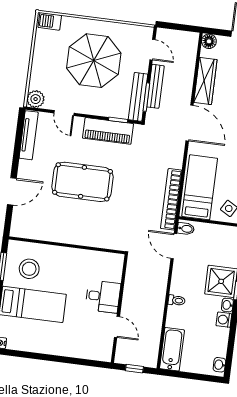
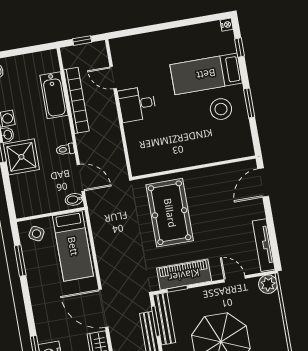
pool table: (83, 182) -> (170, 213), moved, turned 90
bookcase: (171, 199) -> (76, 100), moved
wall: (67, 245) -> (194, 168), moved
toilet: (177, 300) -> (65, 149), moved
bathtub: (172, 349) -> (54, 95), moved

